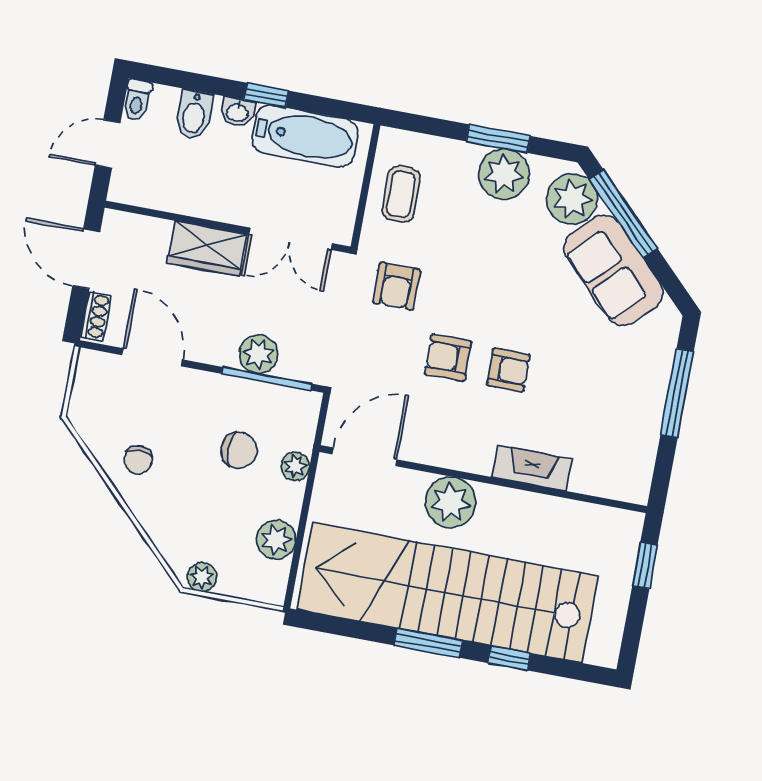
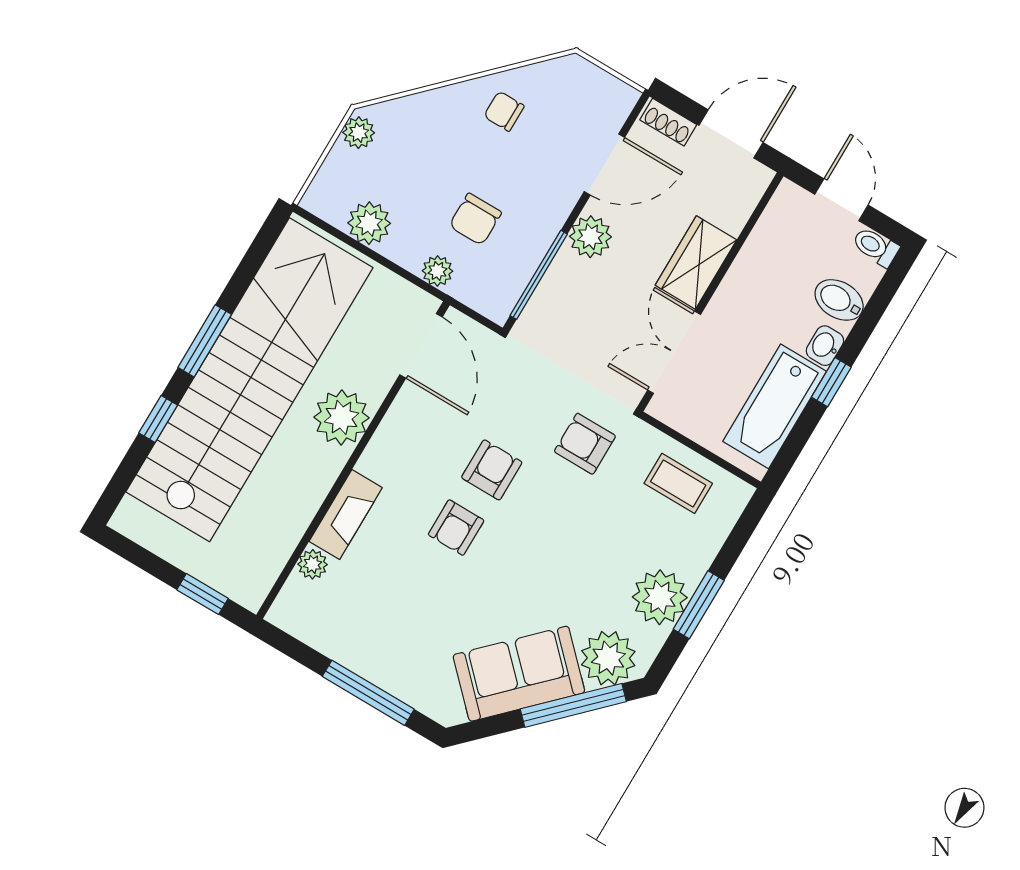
plant: (259, 354) -> (590, 237), moved
plant: (585, 481) -> (313, 564), added

